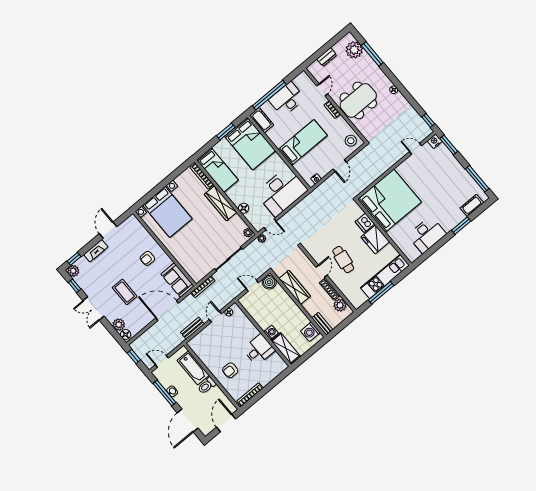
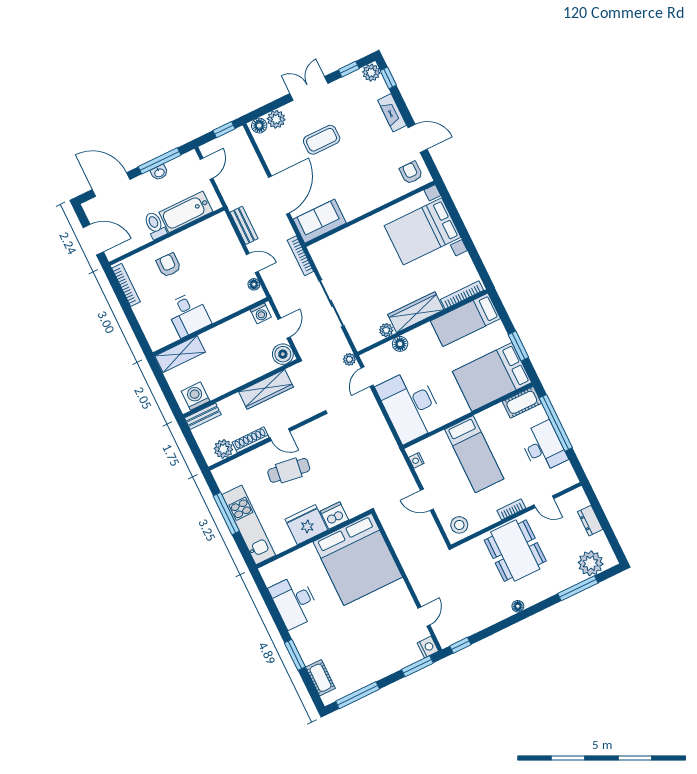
plant: (248, 233) -> (386, 330), moved
armchair: (147, 258) -> (411, 173), moved
washing machine: (271, 332) -> (261, 313), moved

